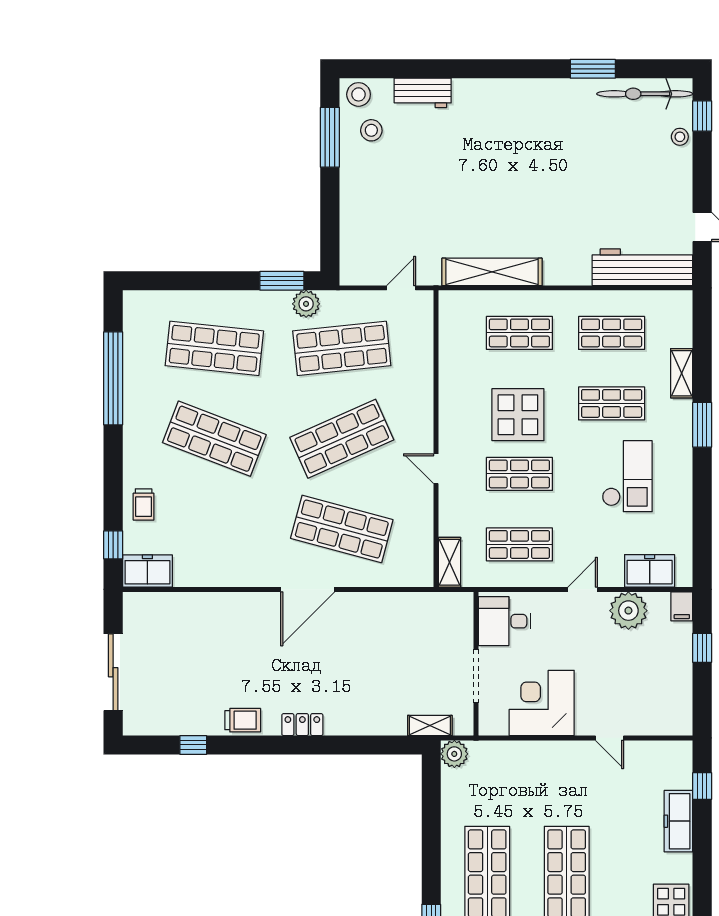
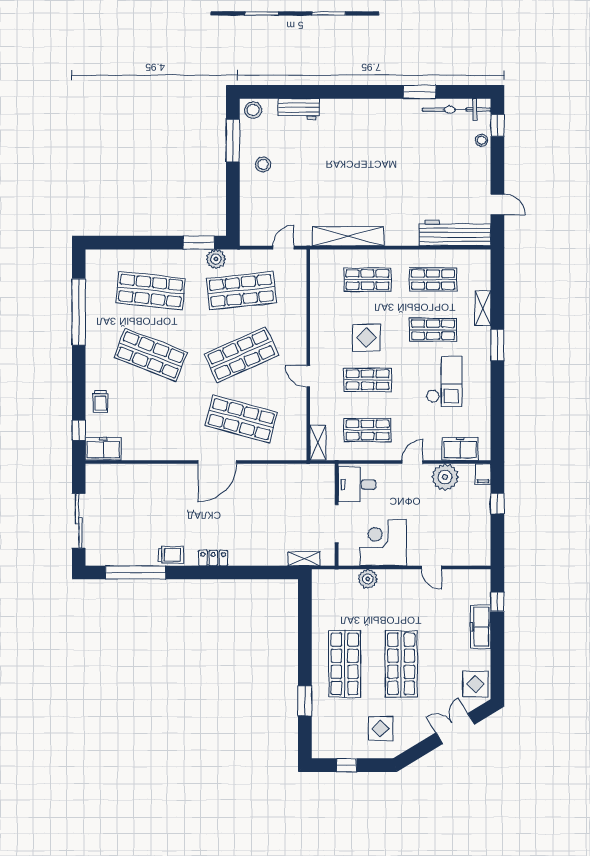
stool: (371, 130) -> (263, 164), moved
display table: (518, 415) -> (366, 338), width x0.73, depth x0.73
window: (193, 745) -> (136, 573), width x3.17
plant: (454, 754) -> (368, 579), moved

